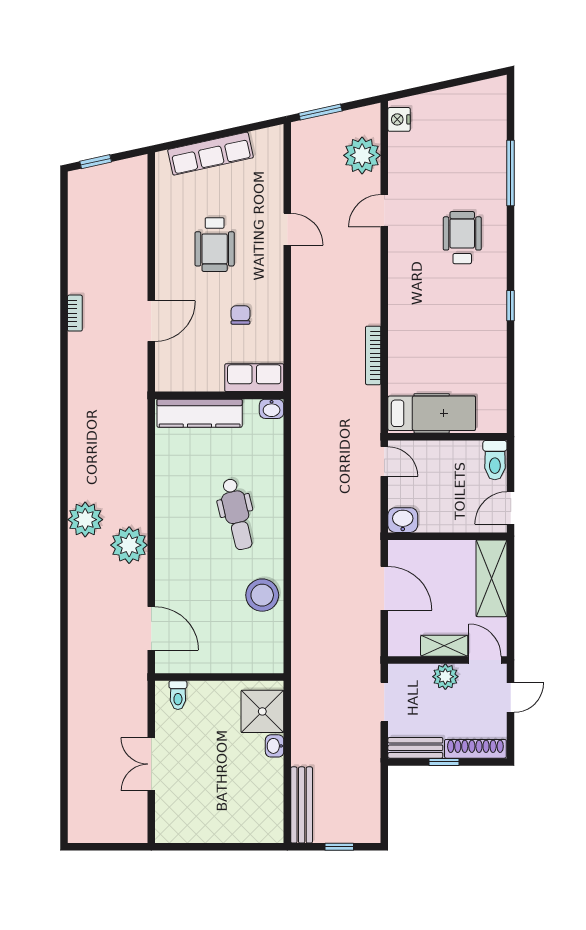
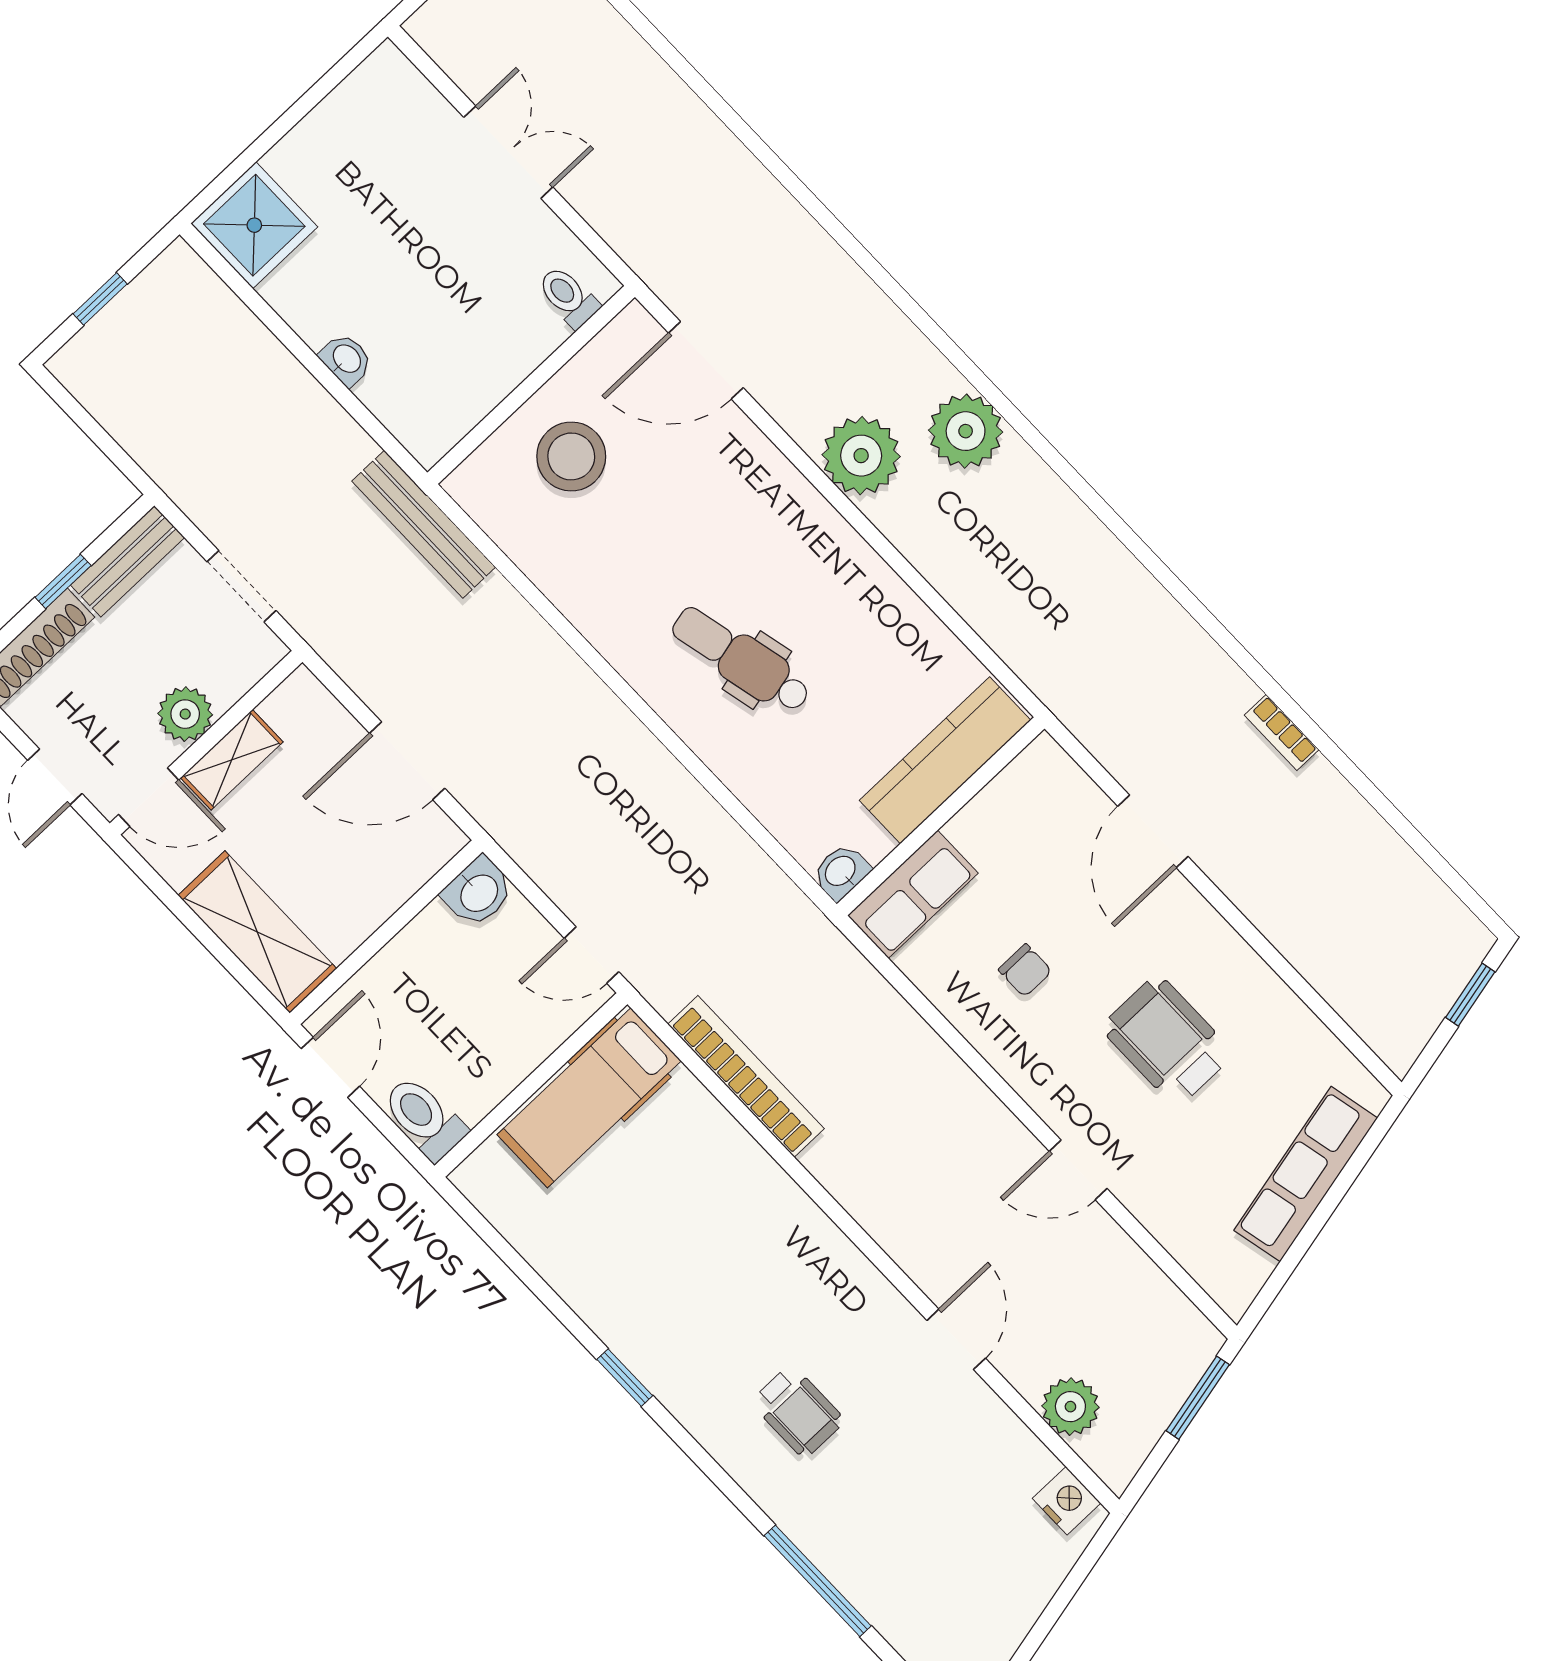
plant: (362, 155) -> (1070, 1407), width x0.73, depth x0.73
wheelchair: (462, 238) -> (798, 1411), width x0.73, depth x0.73
bookcase: (373, 355) -> (746, 1076), width x1.48, depth x1.31
stool: (262, 595) -> (571, 456), moved
shower: (262, 711) -> (254, 225), moved
bench: (302, 805) -> (424, 524), moved

